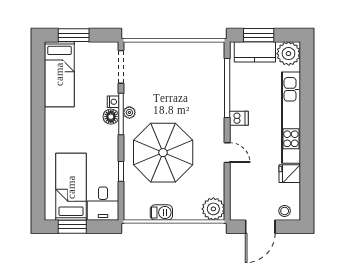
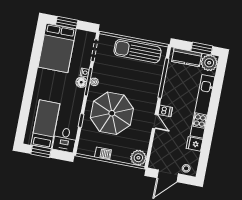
window: (259, 35) -> (202, 49), moved
sun lounger: (183, 57) -> (137, 51), added
bed: (59, 74) -> (57, 48), width x1.50
dishwasher: (239, 118) -> (165, 111), moved

